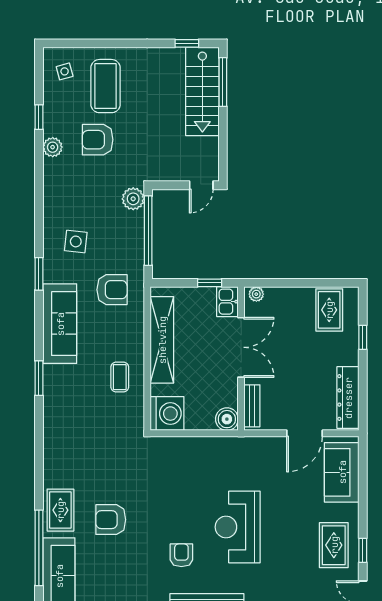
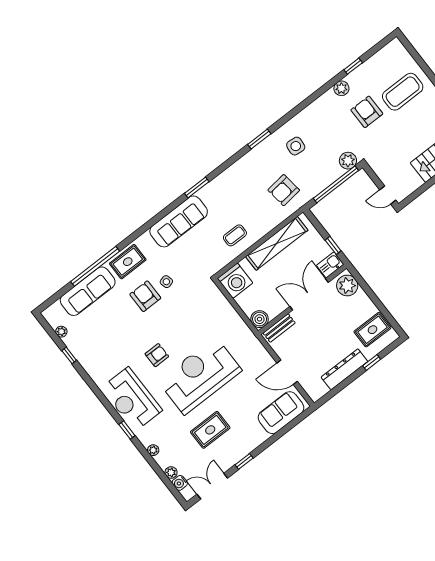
side table: (65, 71) -> (166, 282), moved
armchair: (112, 290) -> (284, 190), turned 83
plant: (256, 294) -> (347, 286), width x1.88, depth x1.88
sofa: (60, 324) -> (179, 221), moved
double door: (241, 347) -> (309, 294), swing flipped
dresser: (348, 398) -> (344, 369), moved
reception desk: (238, 527) -> (200, 376), width x1.36, depth x1.30
rug: (334, 545) -> (210, 430), moved

